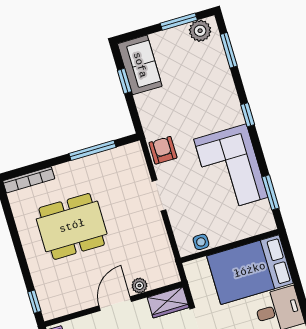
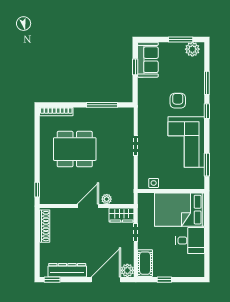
window: (229, 50) -> (207, 83), moved
armchair: (163, 150) -> (178, 101), moved

